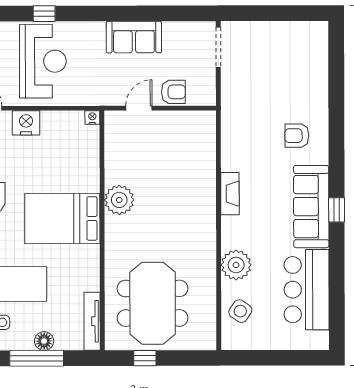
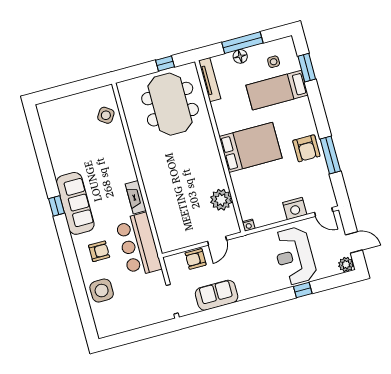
sofa: (134, 37) -> (217, 295), moved
side table: (307, 83) -> (102, 291), added
plant: (119, 200) -> (221, 200), moved
plant: (236, 265) -> (118, 147), removed
bar counter: (307, 290) -> (138, 245), moved, turned 180

